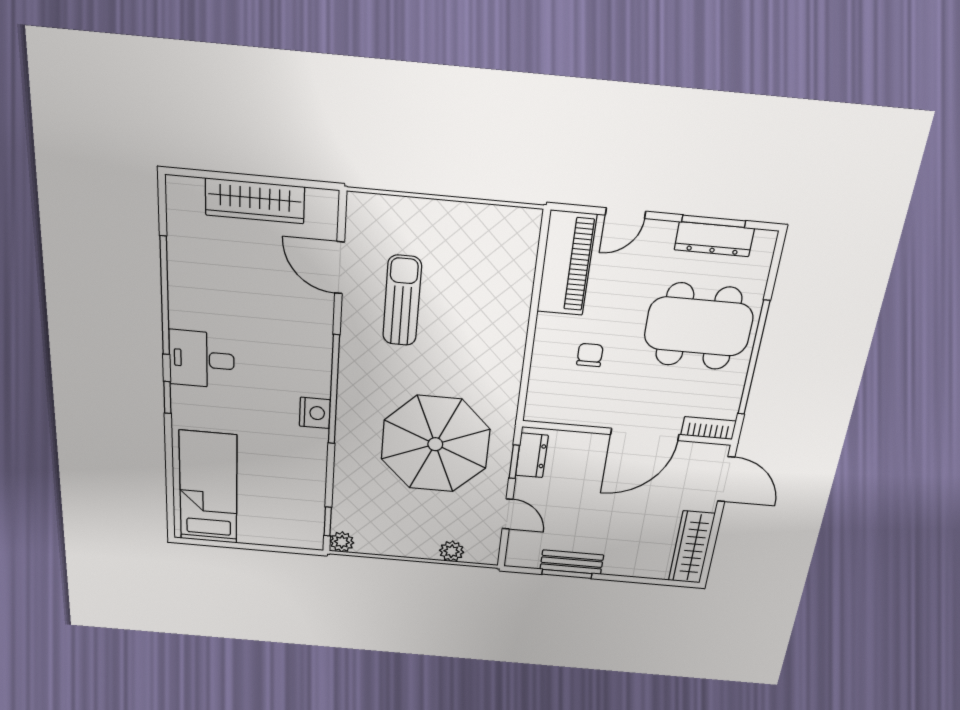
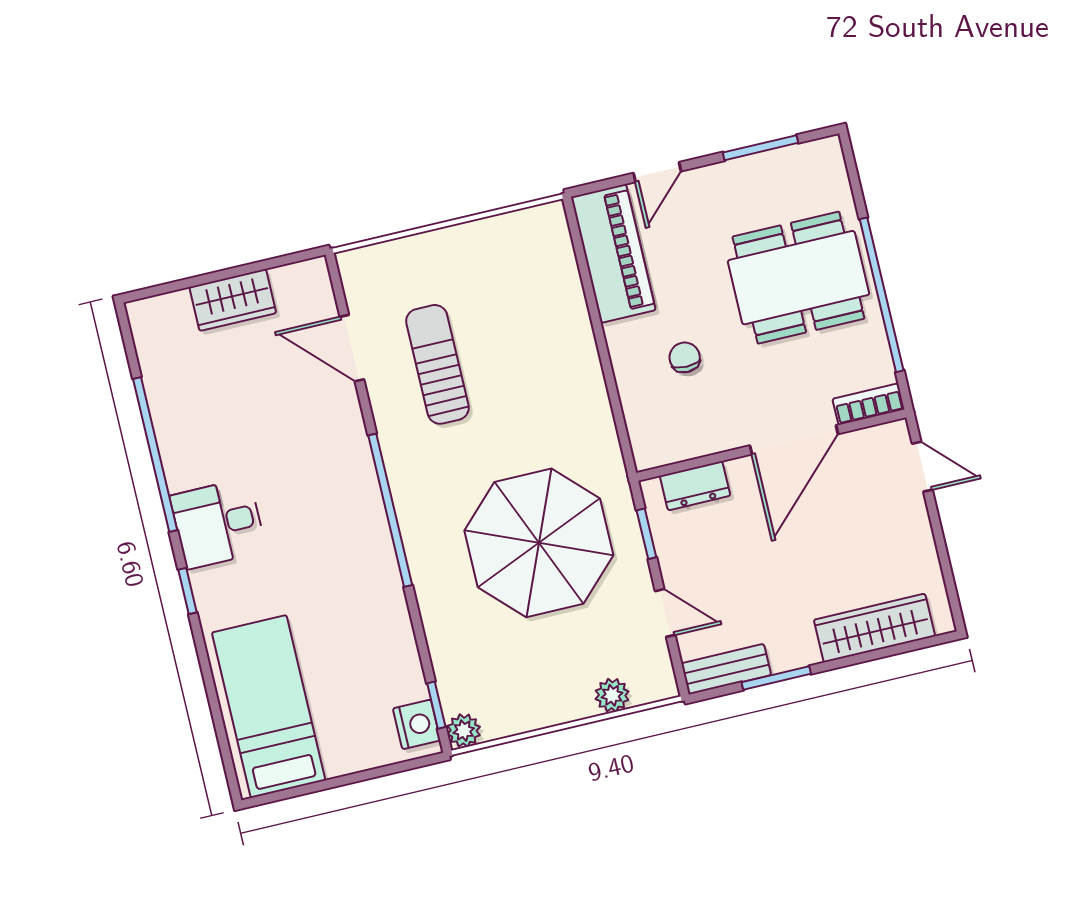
wardrobe: (255, 201) -> (233, 300), width x0.67
dresser: (714, 239) -> (770, 168), removed
nightstand: (315, 413) -> (417, 724), moved
dresser: (532, 455) -> (695, 486), moved, turned 90
door: (726, 479) -> (922, 467), width x0.73
wardrobe: (692, 547) -> (874, 628), moved, turned 90
bench: (572, 562) -> (726, 669), moved

